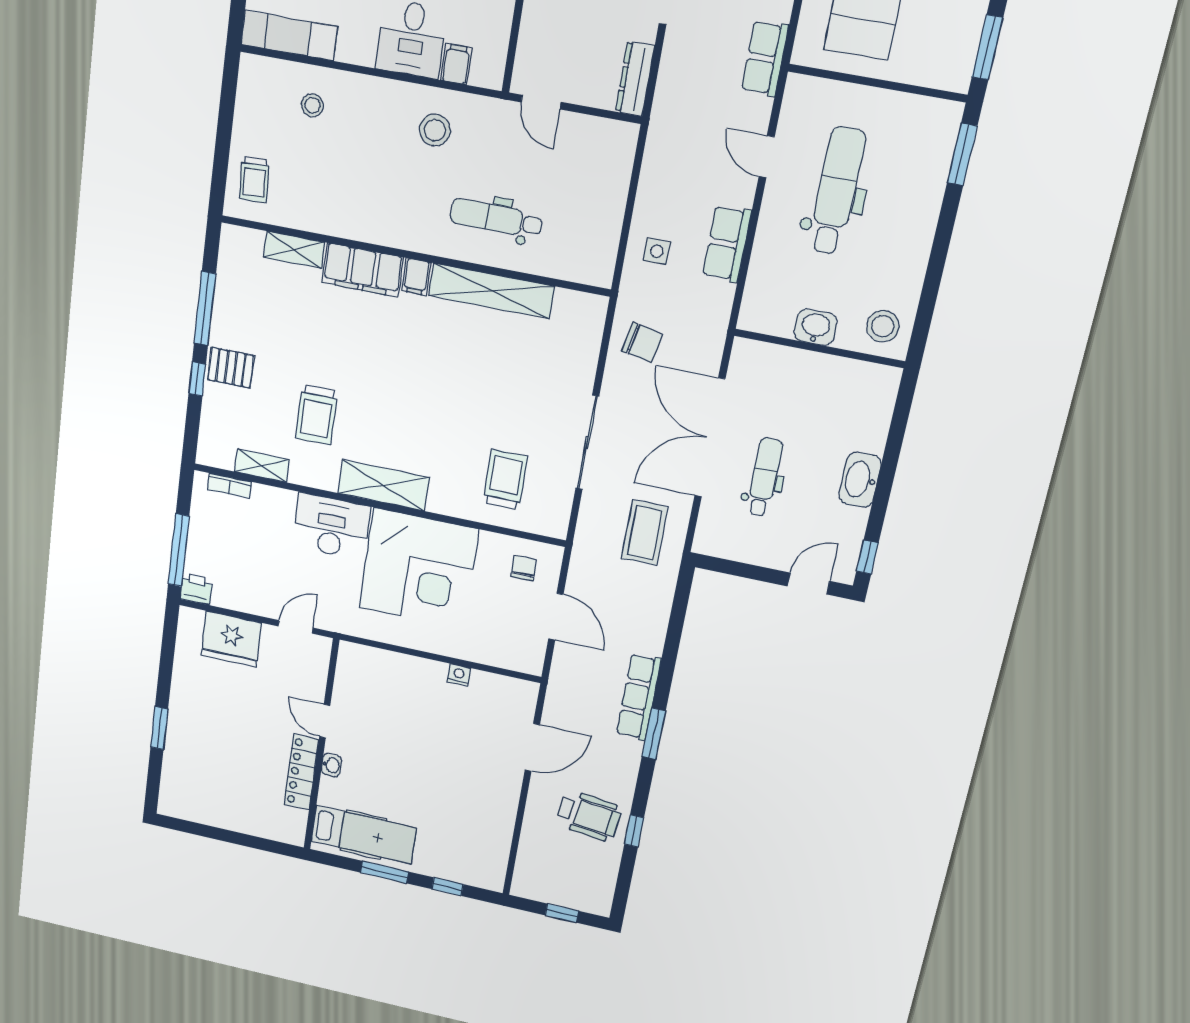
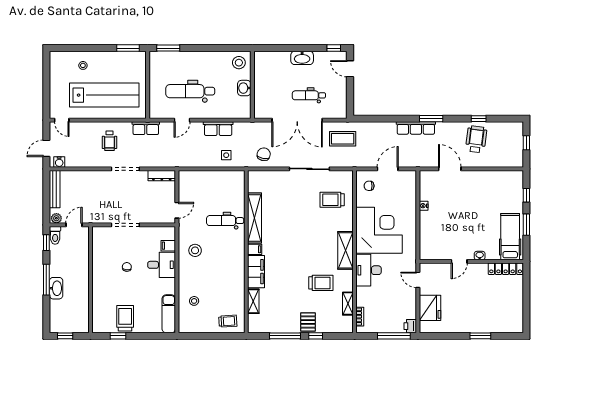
dental chair: (496, 218) -> (225, 221), turned 90
locker: (301, 772) -> (506, 269), moved

